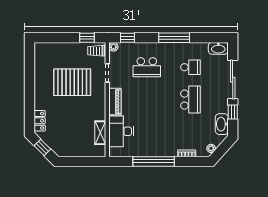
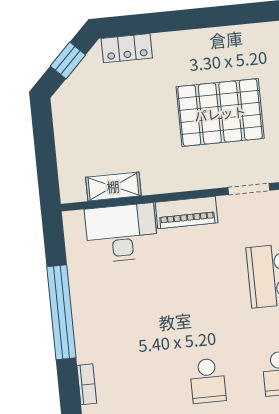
pallet: (72, 82) -> (220, 113), turned 90
school desk: (190, 100) -> (208, 381), width x0.54

